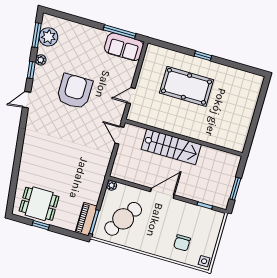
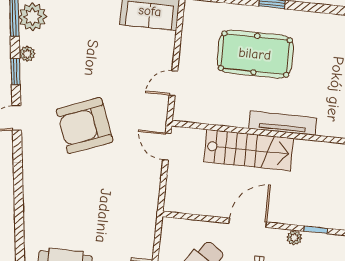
armchair: (75, 91) -> (85, 126), moved, turned -111
tv unit: (196, 134) -> (283, 123), added
plant: (112, 185) -> (294, 238), moved

